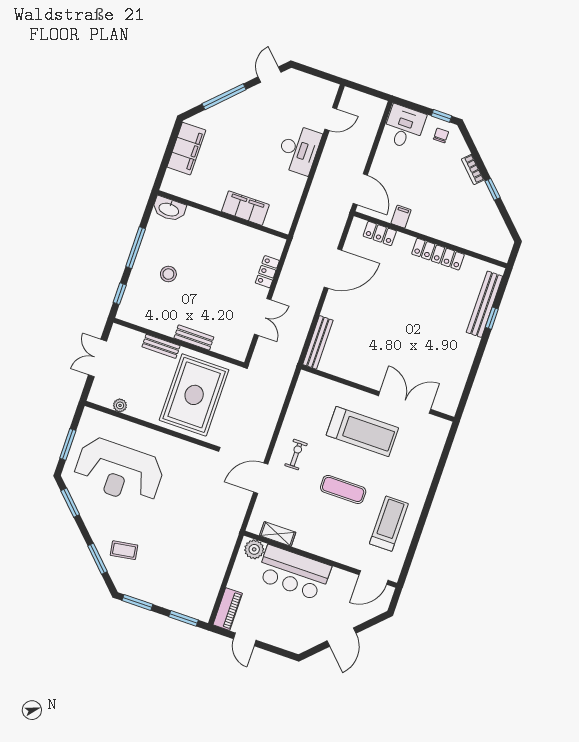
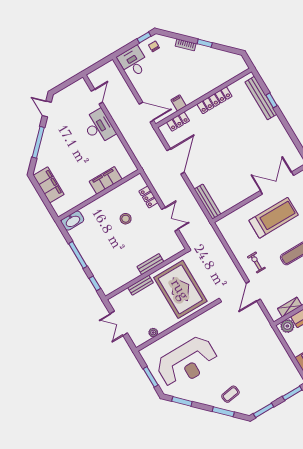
stool: (168, 274) -> (126, 219), moved

